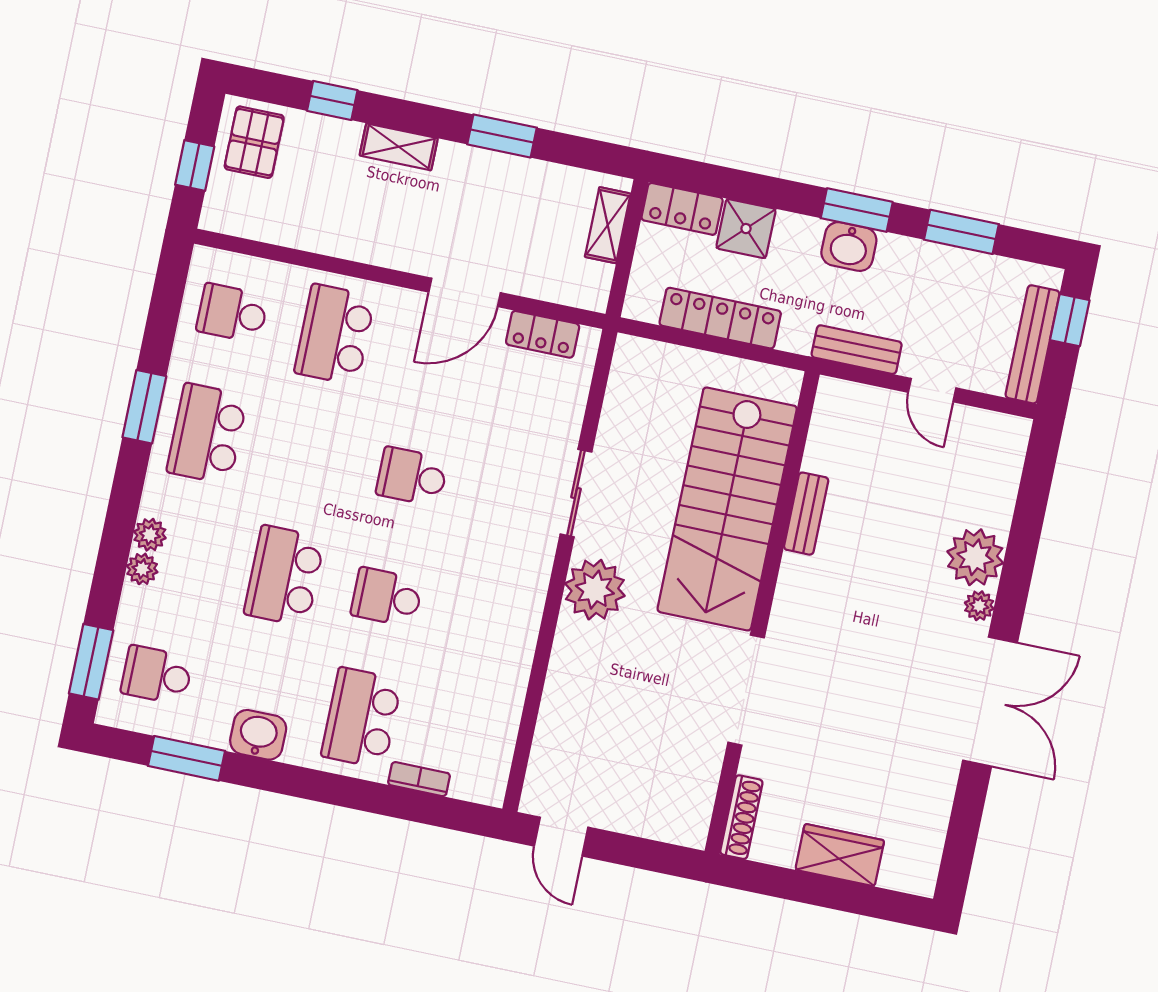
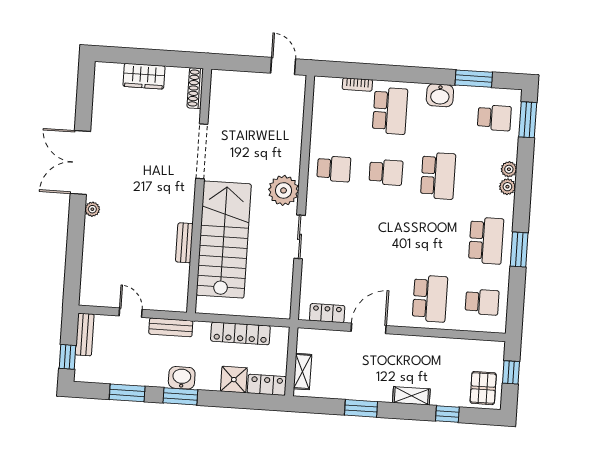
bench: (1033, 344) -> (85, 335), width x0.73
school desk: (412, 477) -> (334, 169), moved
plant: (975, 557) -> (98, 233), removed

